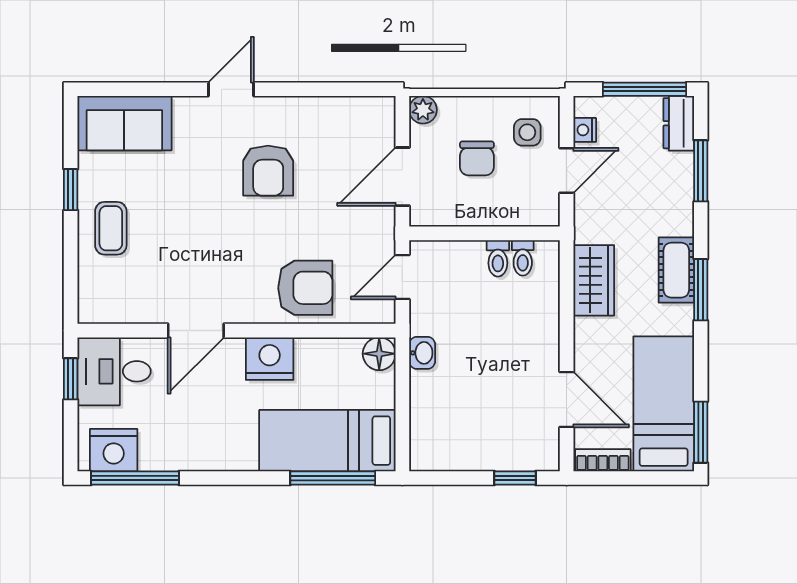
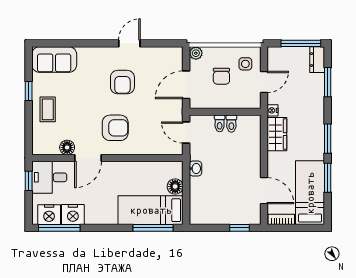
door: (231, 89) -> (129, 43), moved
nightstand: (585, 130) -> (273, 110), moved
toilet: (523, 258) -> (220, 123), moved
cot: (676, 270) -> (316, 129), removed
door: (402, 277) -> (186, 133), hinge flipped
armchair: (305, 288) -> (115, 128), moved
floor lamp: (152, 308) -> (67, 147), added
floor lamp: (379, 354) -> (175, 186), moved
nightstand: (270, 359) -> (73, 215), moved, turned 180
window: (701, 432) -> (328, 178), moved

